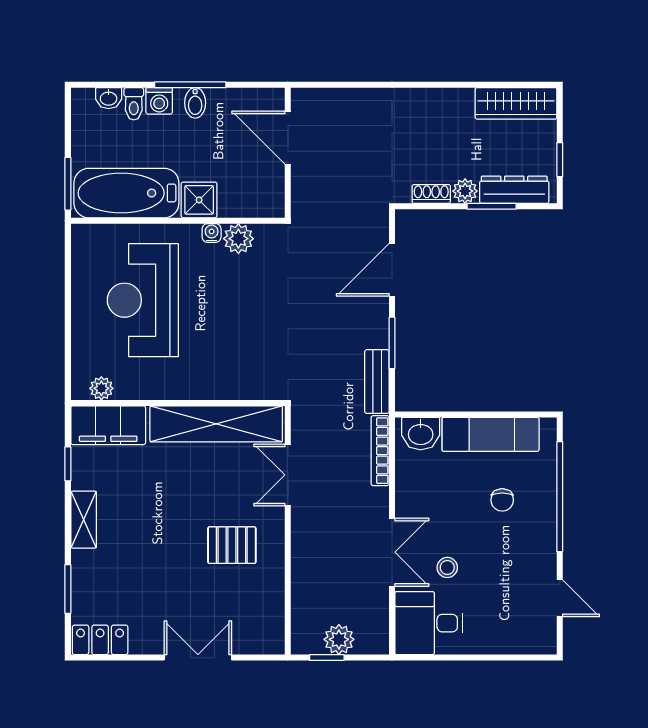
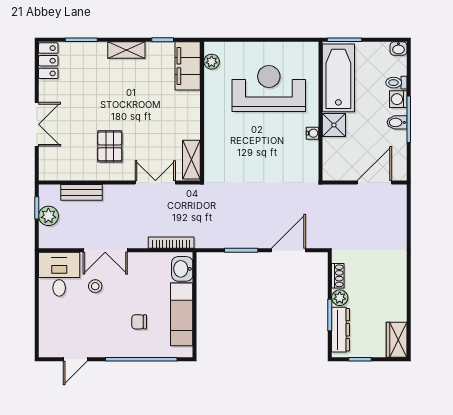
washbasin: (109, 98) -> (398, 49), moved, turned -90
wardrobe: (516, 103) -> (397, 340), width x0.67
plant: (238, 239) -> (309, 151), removed
door: (392, 270) -> (289, 250), hinge flipped
bench: (377, 382) -> (82, 192), moved
shelving: (216, 424) -> (191, 160), width x0.45, depth x0.75

